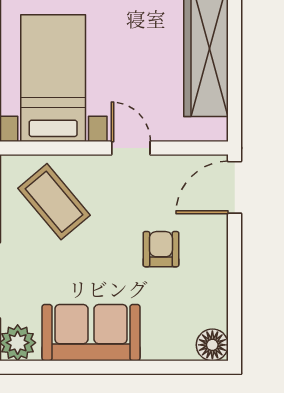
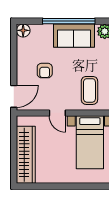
coffee table: (54, 202) -> (89, 90), turned 40
window: (103, 367) -> (69, 21), added

